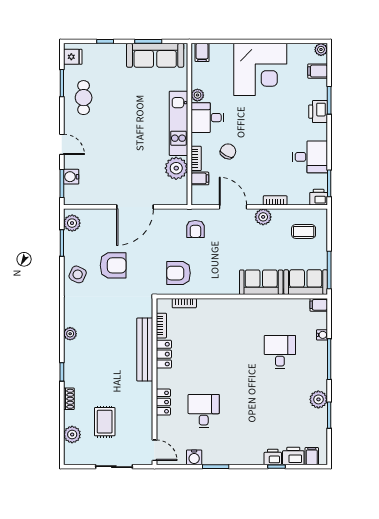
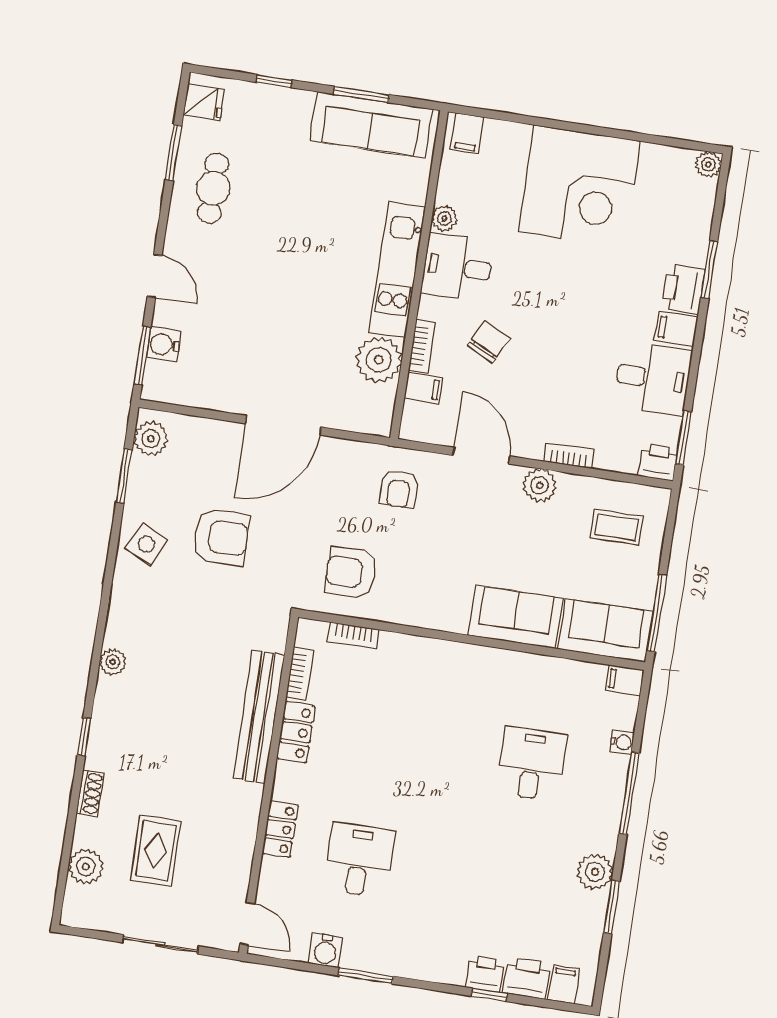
filing cabinet: (318, 71) -> (676, 329), moved

